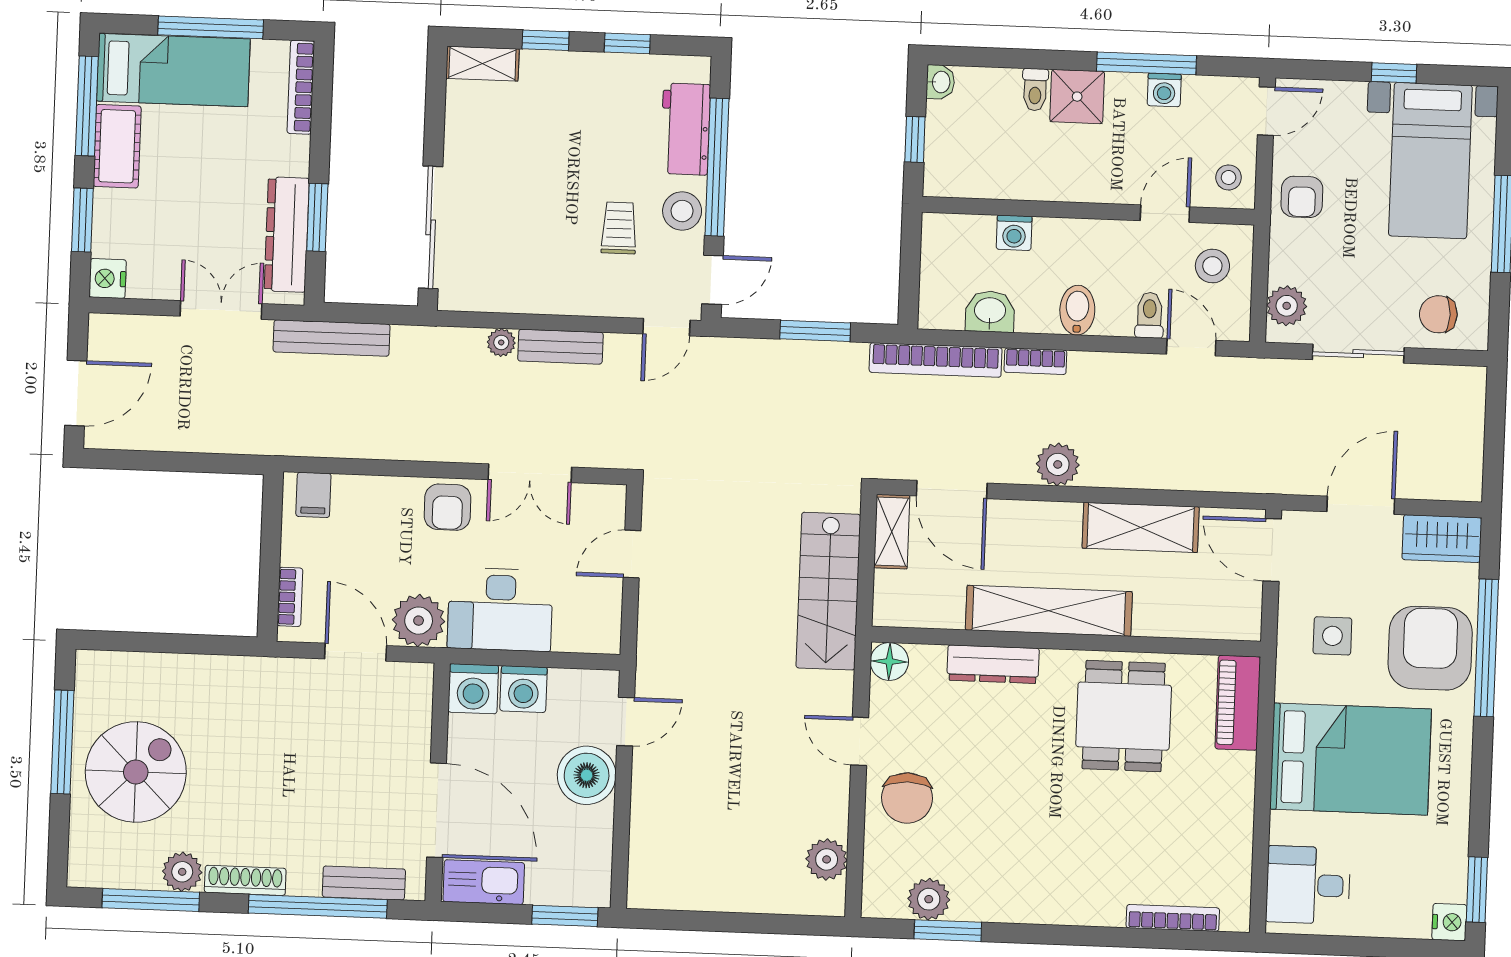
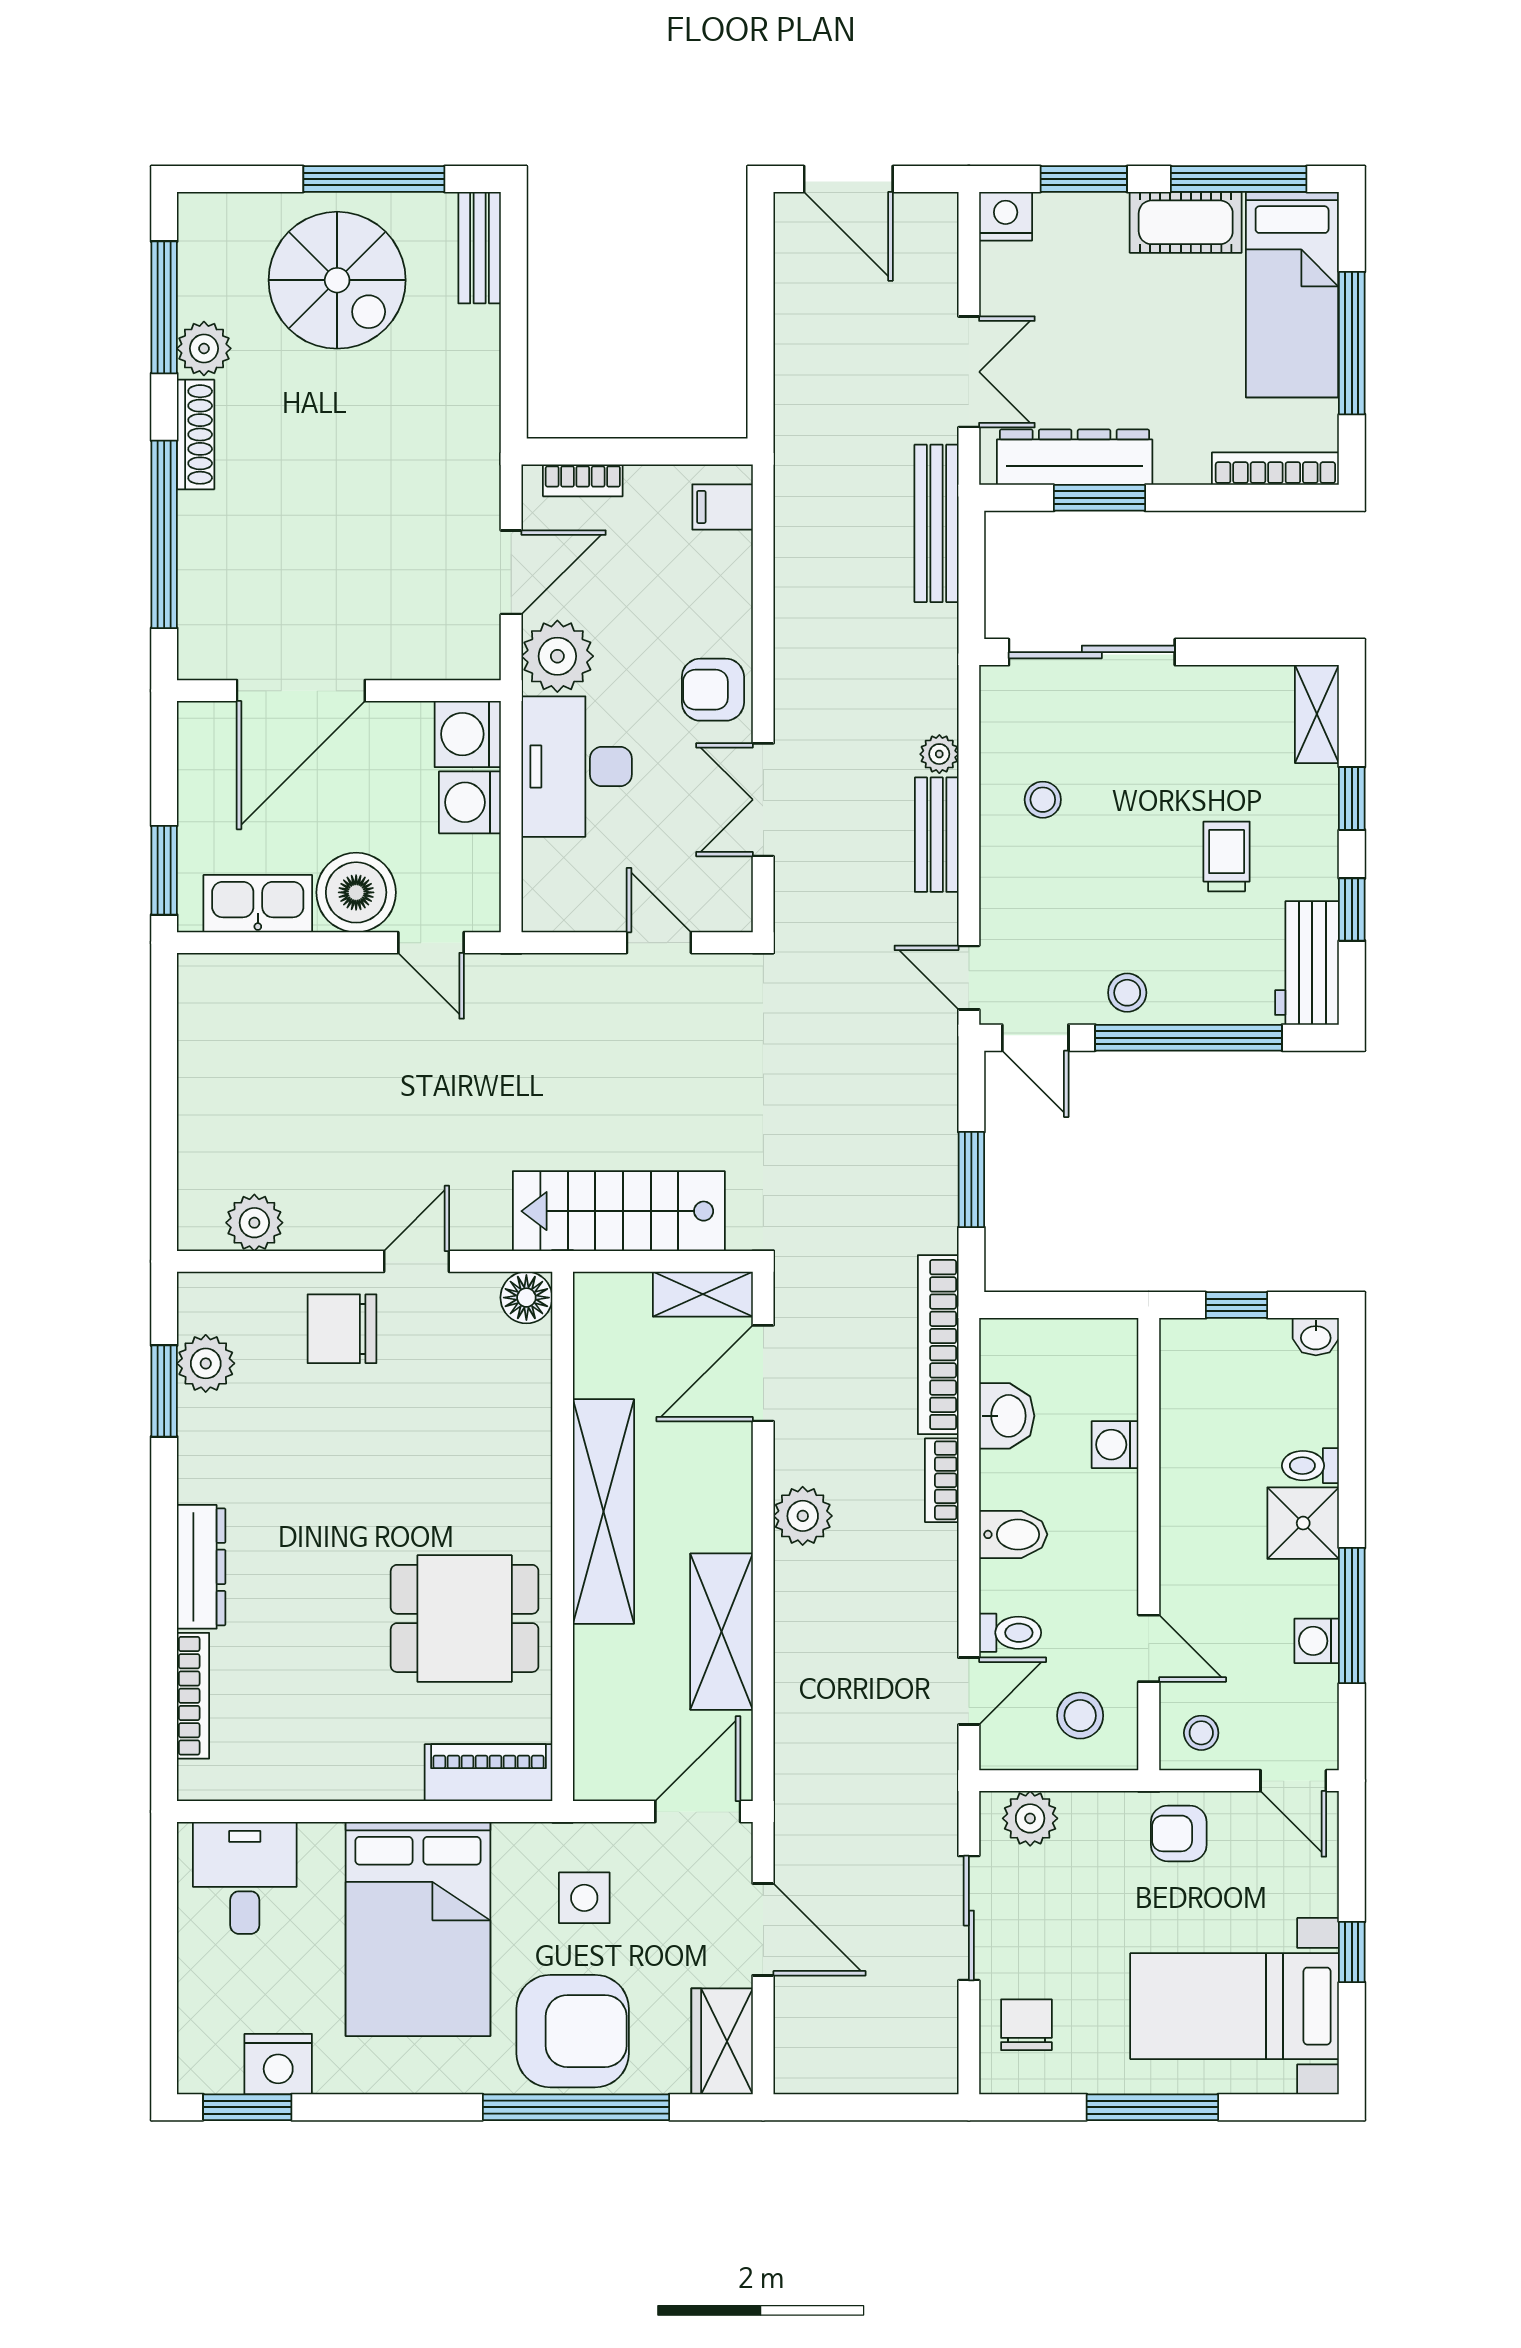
workbench: (685, 129) -> (1307, 963), moved, turned -90
stool: (682, 211) -> (1127, 993), width x0.73, depth x0.73
trolley: (619, 228) -> (1227, 856), moved, turned -90
stool: (538, 268) -> (1043, 800), added
dresser: (993, 664) -> (201, 1567), moved, turned 180
kitchen sink: (484, 882) -> (258, 904), moved, turned -90
bench: (364, 883) -> (480, 248), moved
nightstand: (1449, 922) -> (278, 2064), moved, width x1.36, depth x1.33

